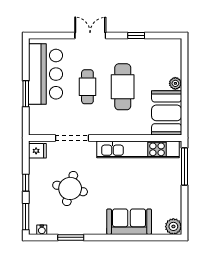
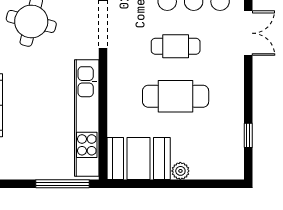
double door: (90, 36) -> (248, 33), moved
window: (136, 36) -> (248, 135), moved

